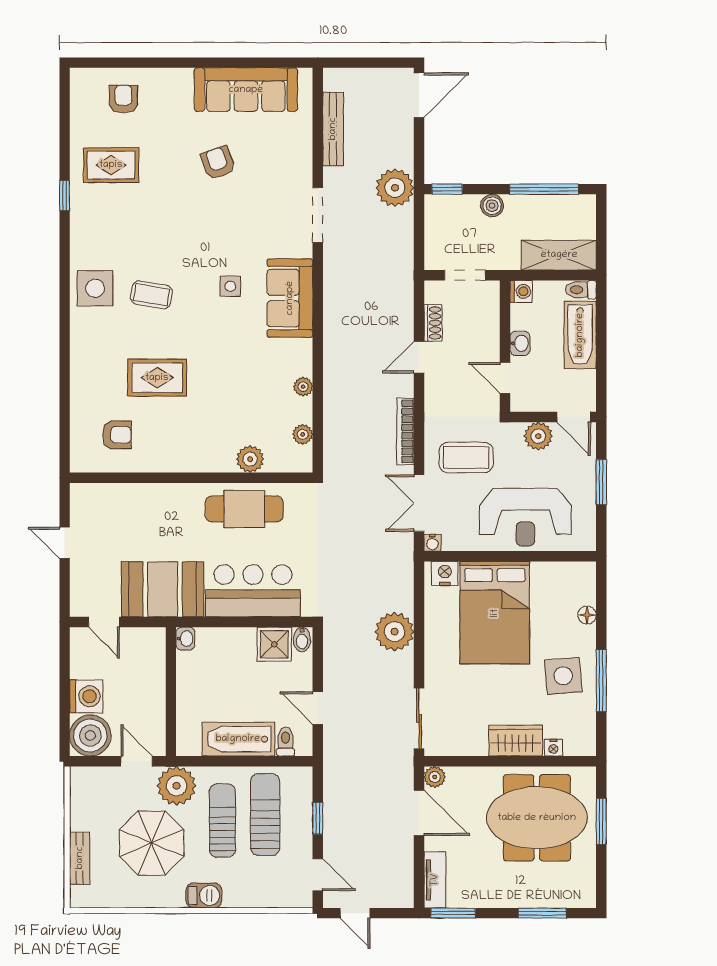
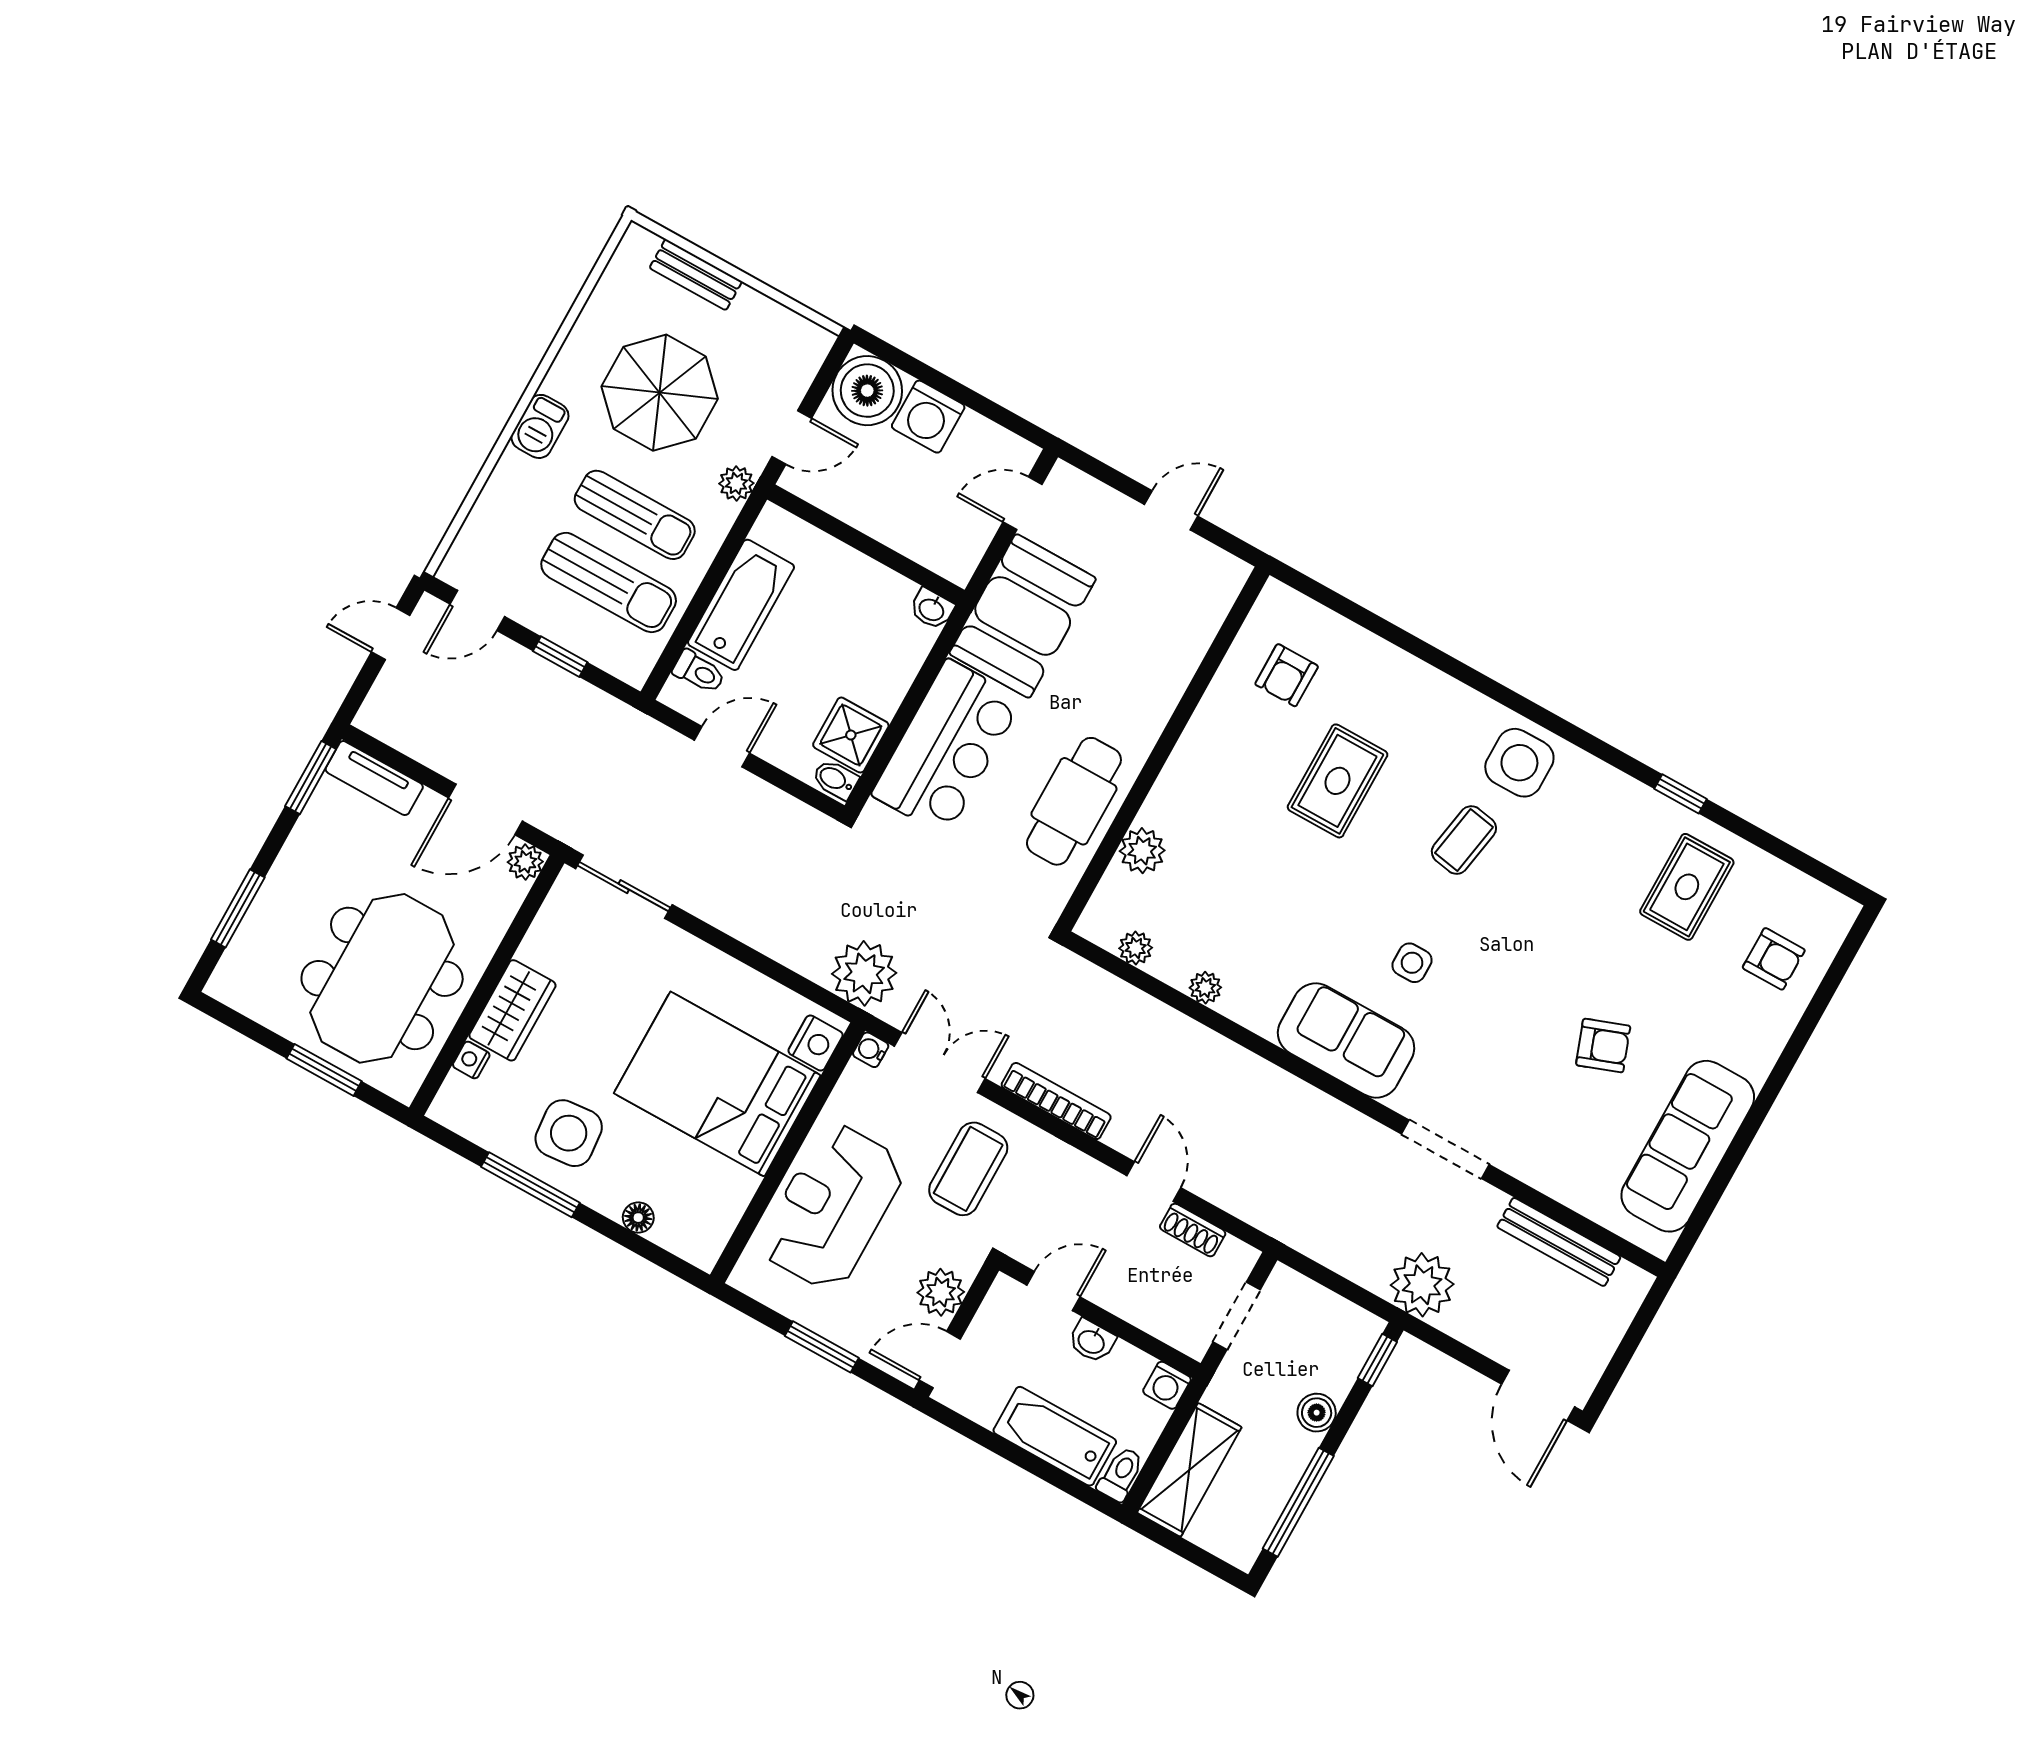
plant: (395, 632) -> (864, 973), moved
plant: (177, 786) -> (736, 483), width x0.53, depth x0.53

